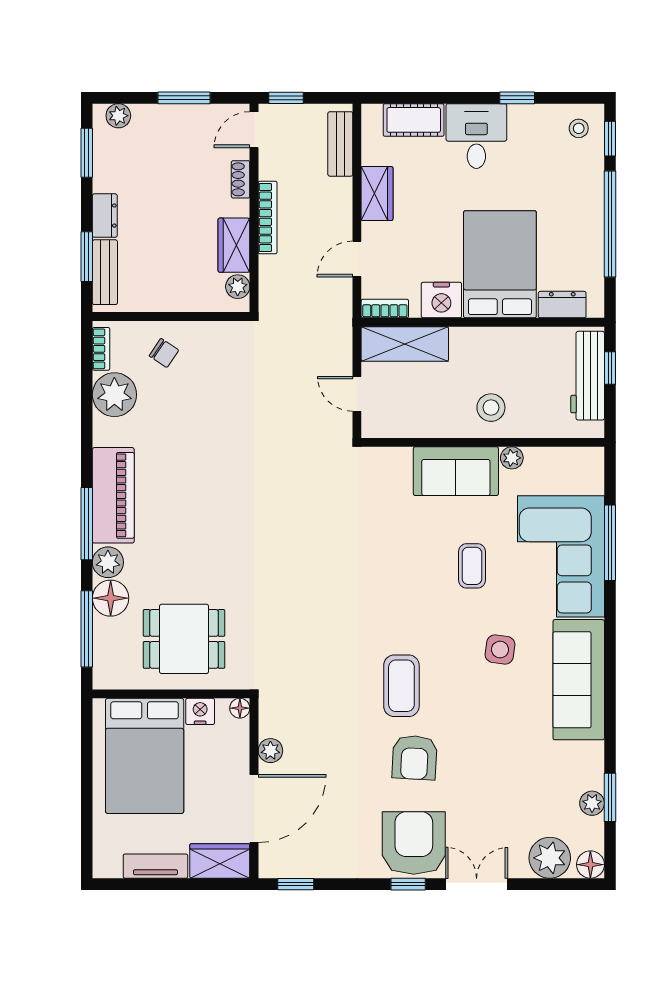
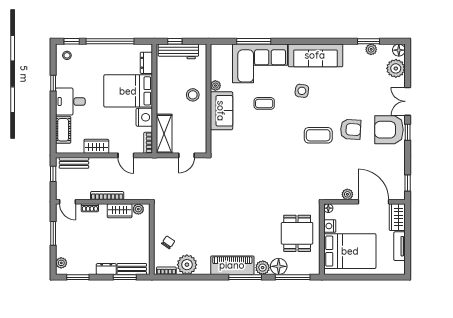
window: (286, 98) -> (53, 174), moved

